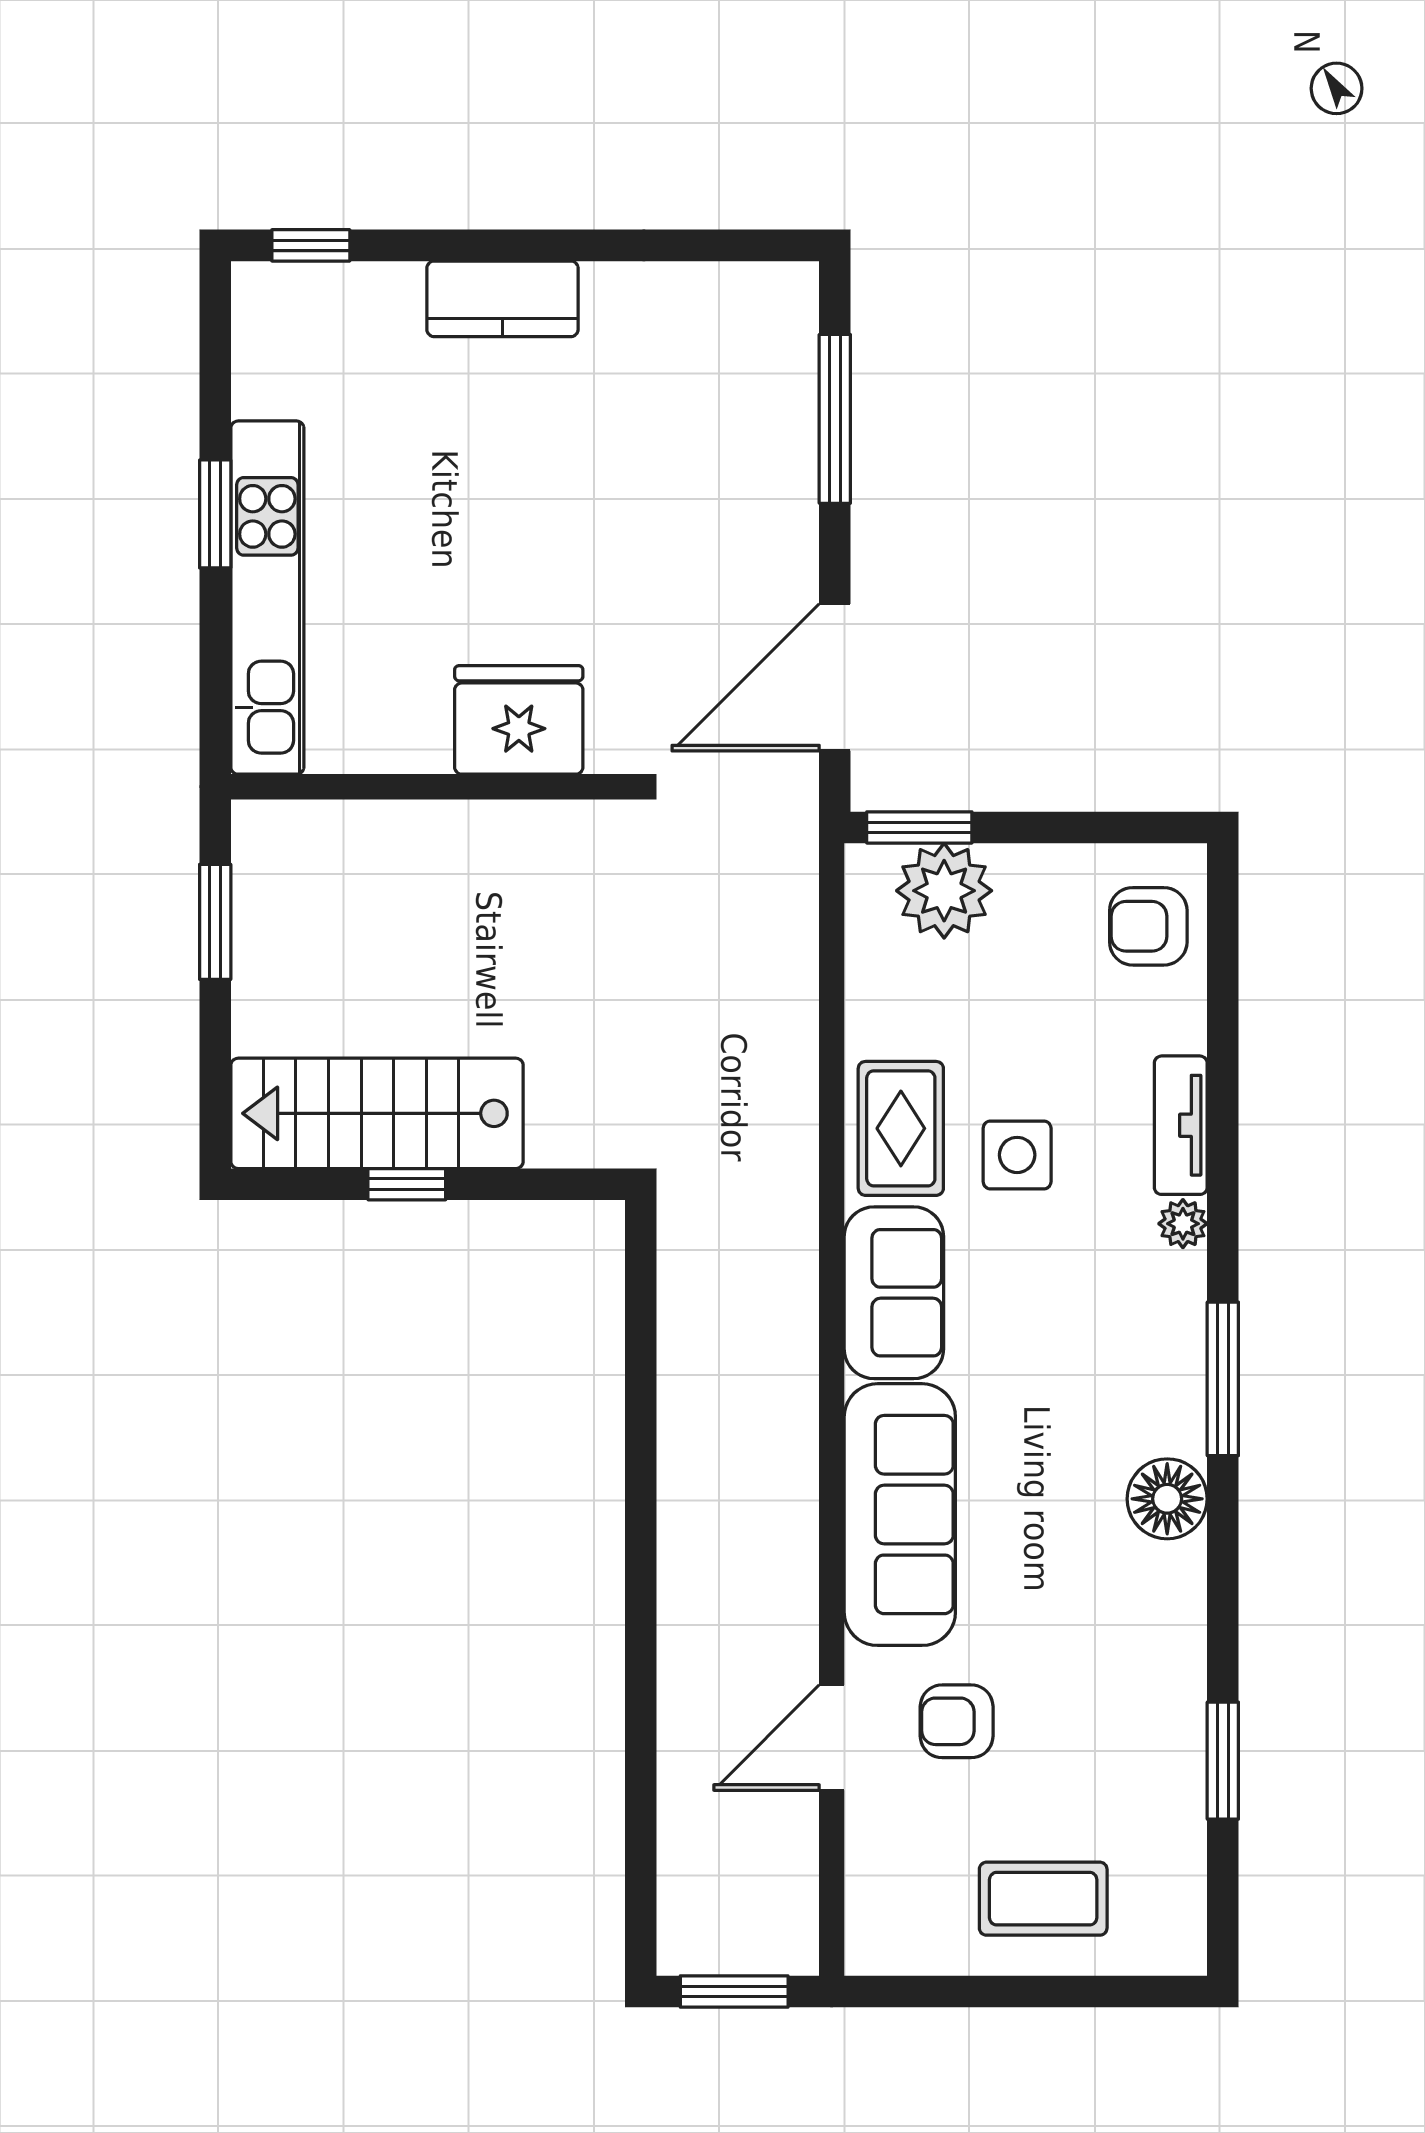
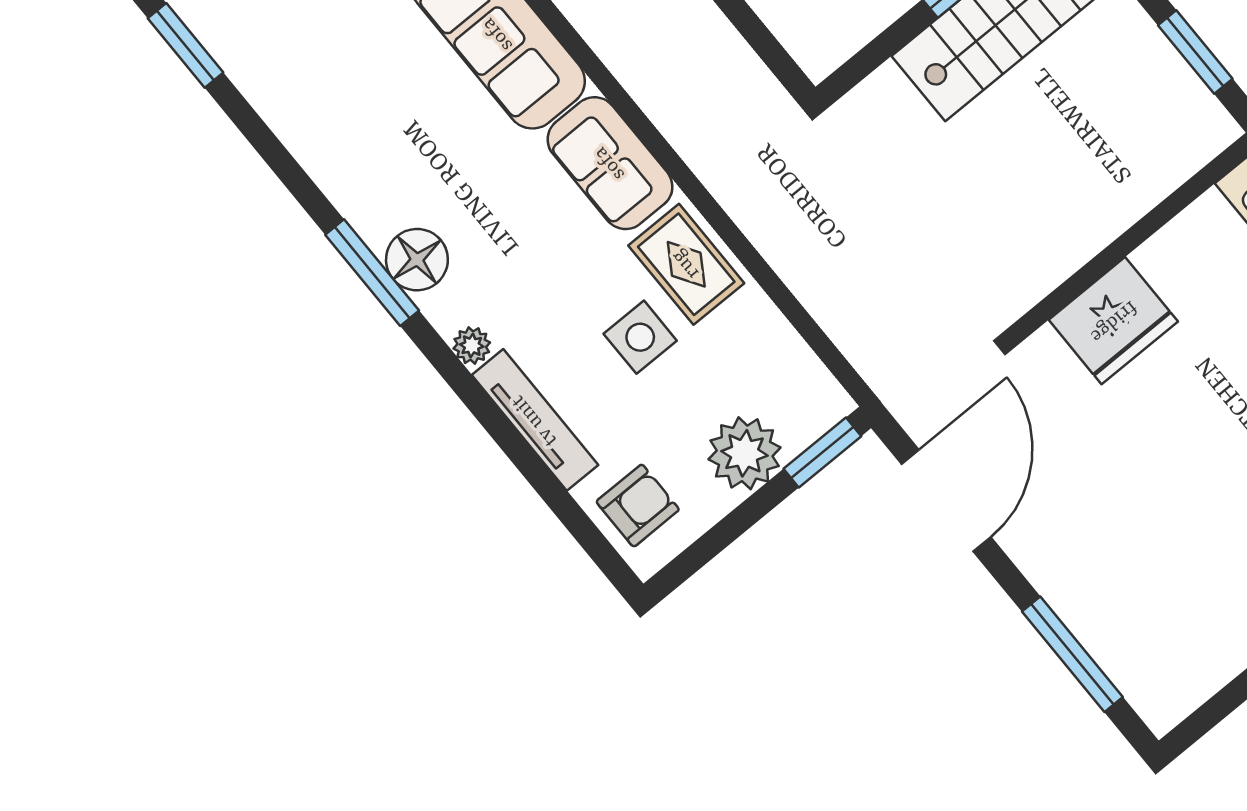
plant: (944, 891) -> (745, 453), moved
tv unit: (1181, 1125) -> (535, 420), width x1.41
side table: (1017, 1155) -> (640, 337), moved
floor lamp: (1167, 1499) -> (417, 260), moved

